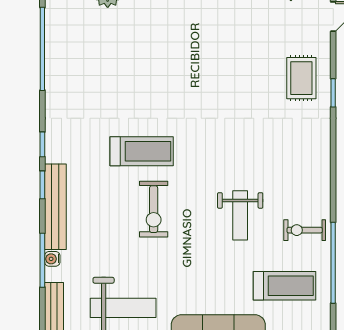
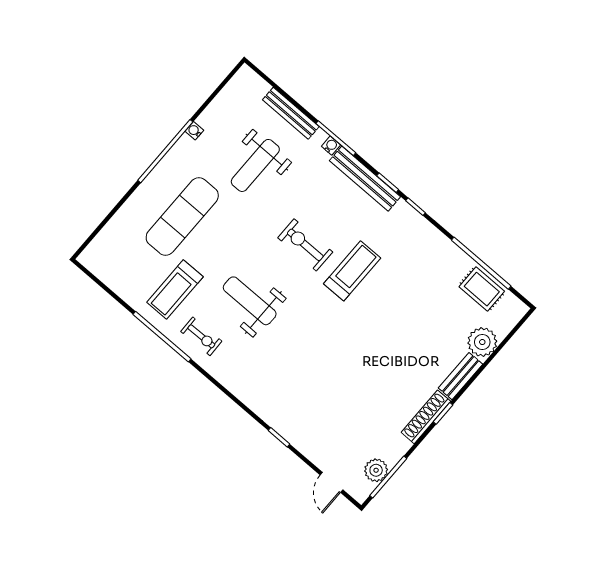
rug: (301, 78) -> (482, 289), moved
treadmill: (142, 151) -> (352, 271), turned 180
weight bench: (240, 215) -> (250, 301), width x1.36, depth x1.33
exercise bike: (305, 230) -> (201, 336), turned 89

